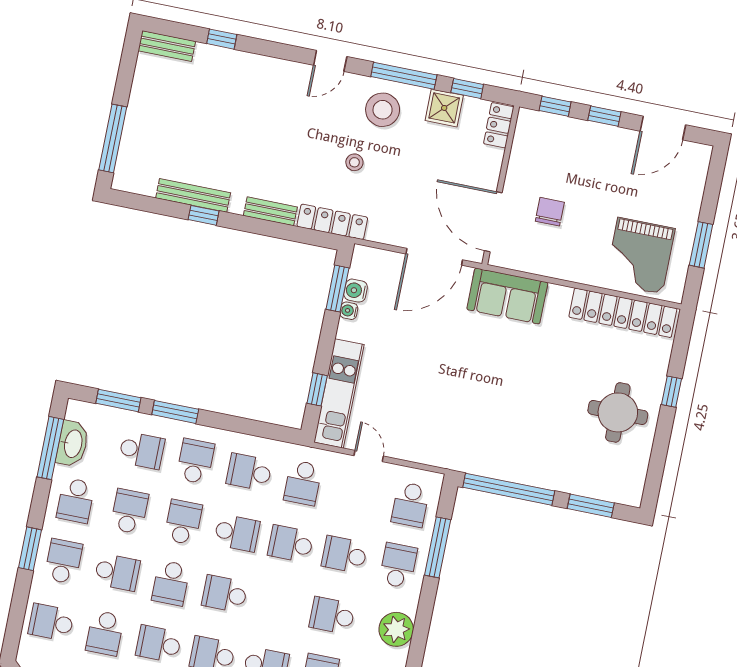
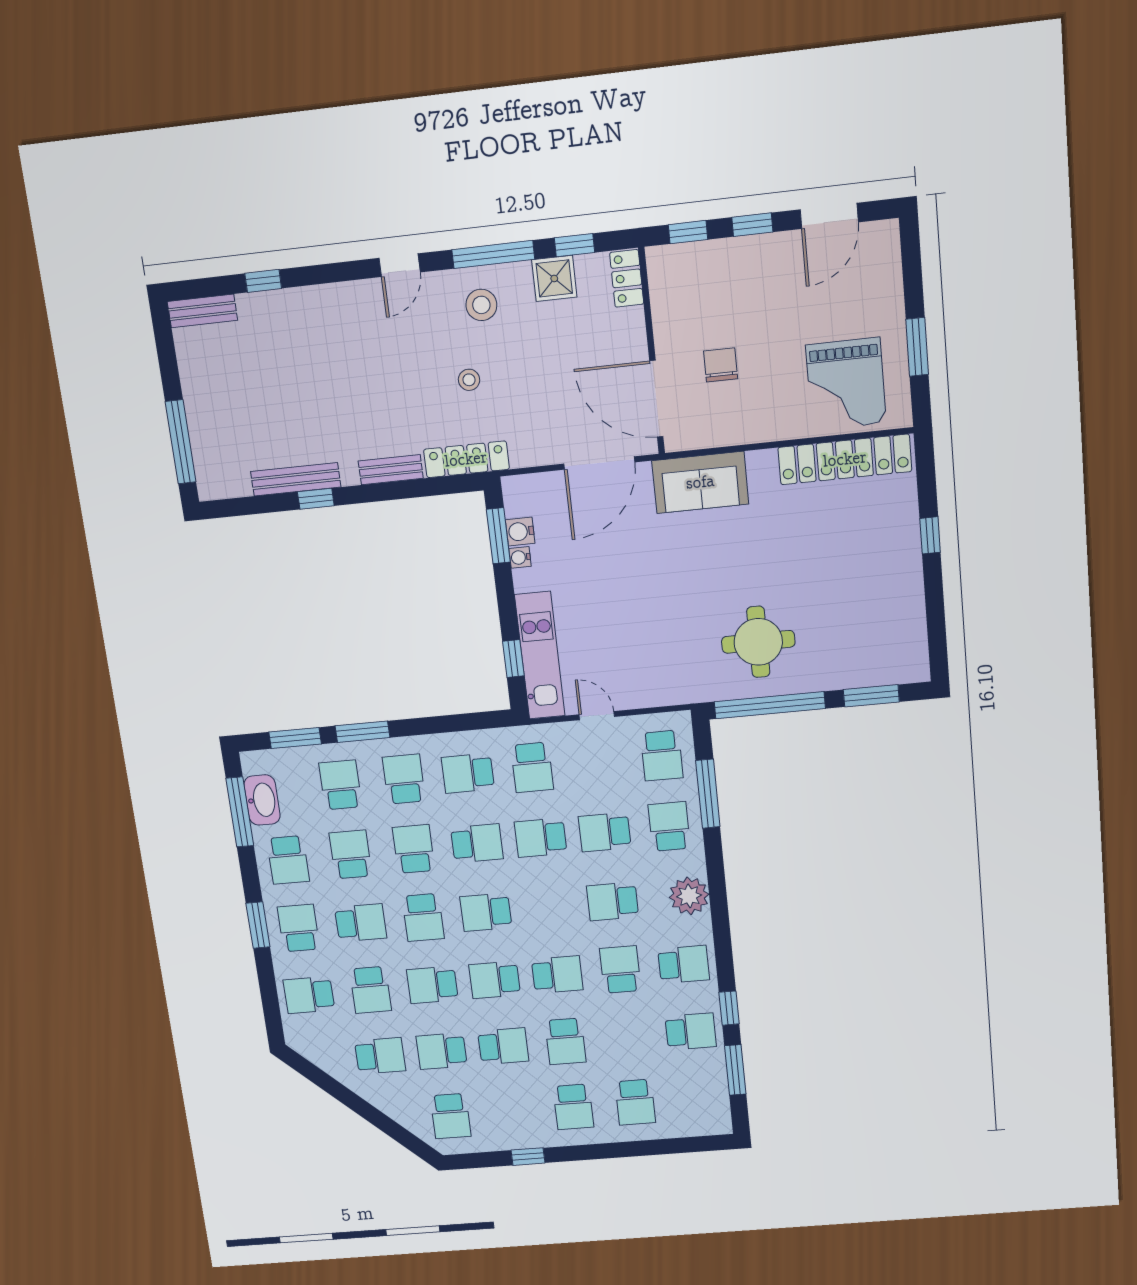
stool: (383, 110) -> (481, 305), width x0.73, depth x0.73
round table: (618, 412) -> (758, 642), moved
school desk: (142, 450) -> (340, 785), turned -90

